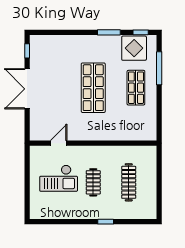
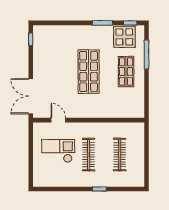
double door: (27, 89) -> (31, 96), moved
door: (59, 143) -> (58, 120), hinge flipped
checkout: (59, 178) -> (58, 151), turned 180
clothes rail: (93, 182) -> (89, 155), width x1.36

